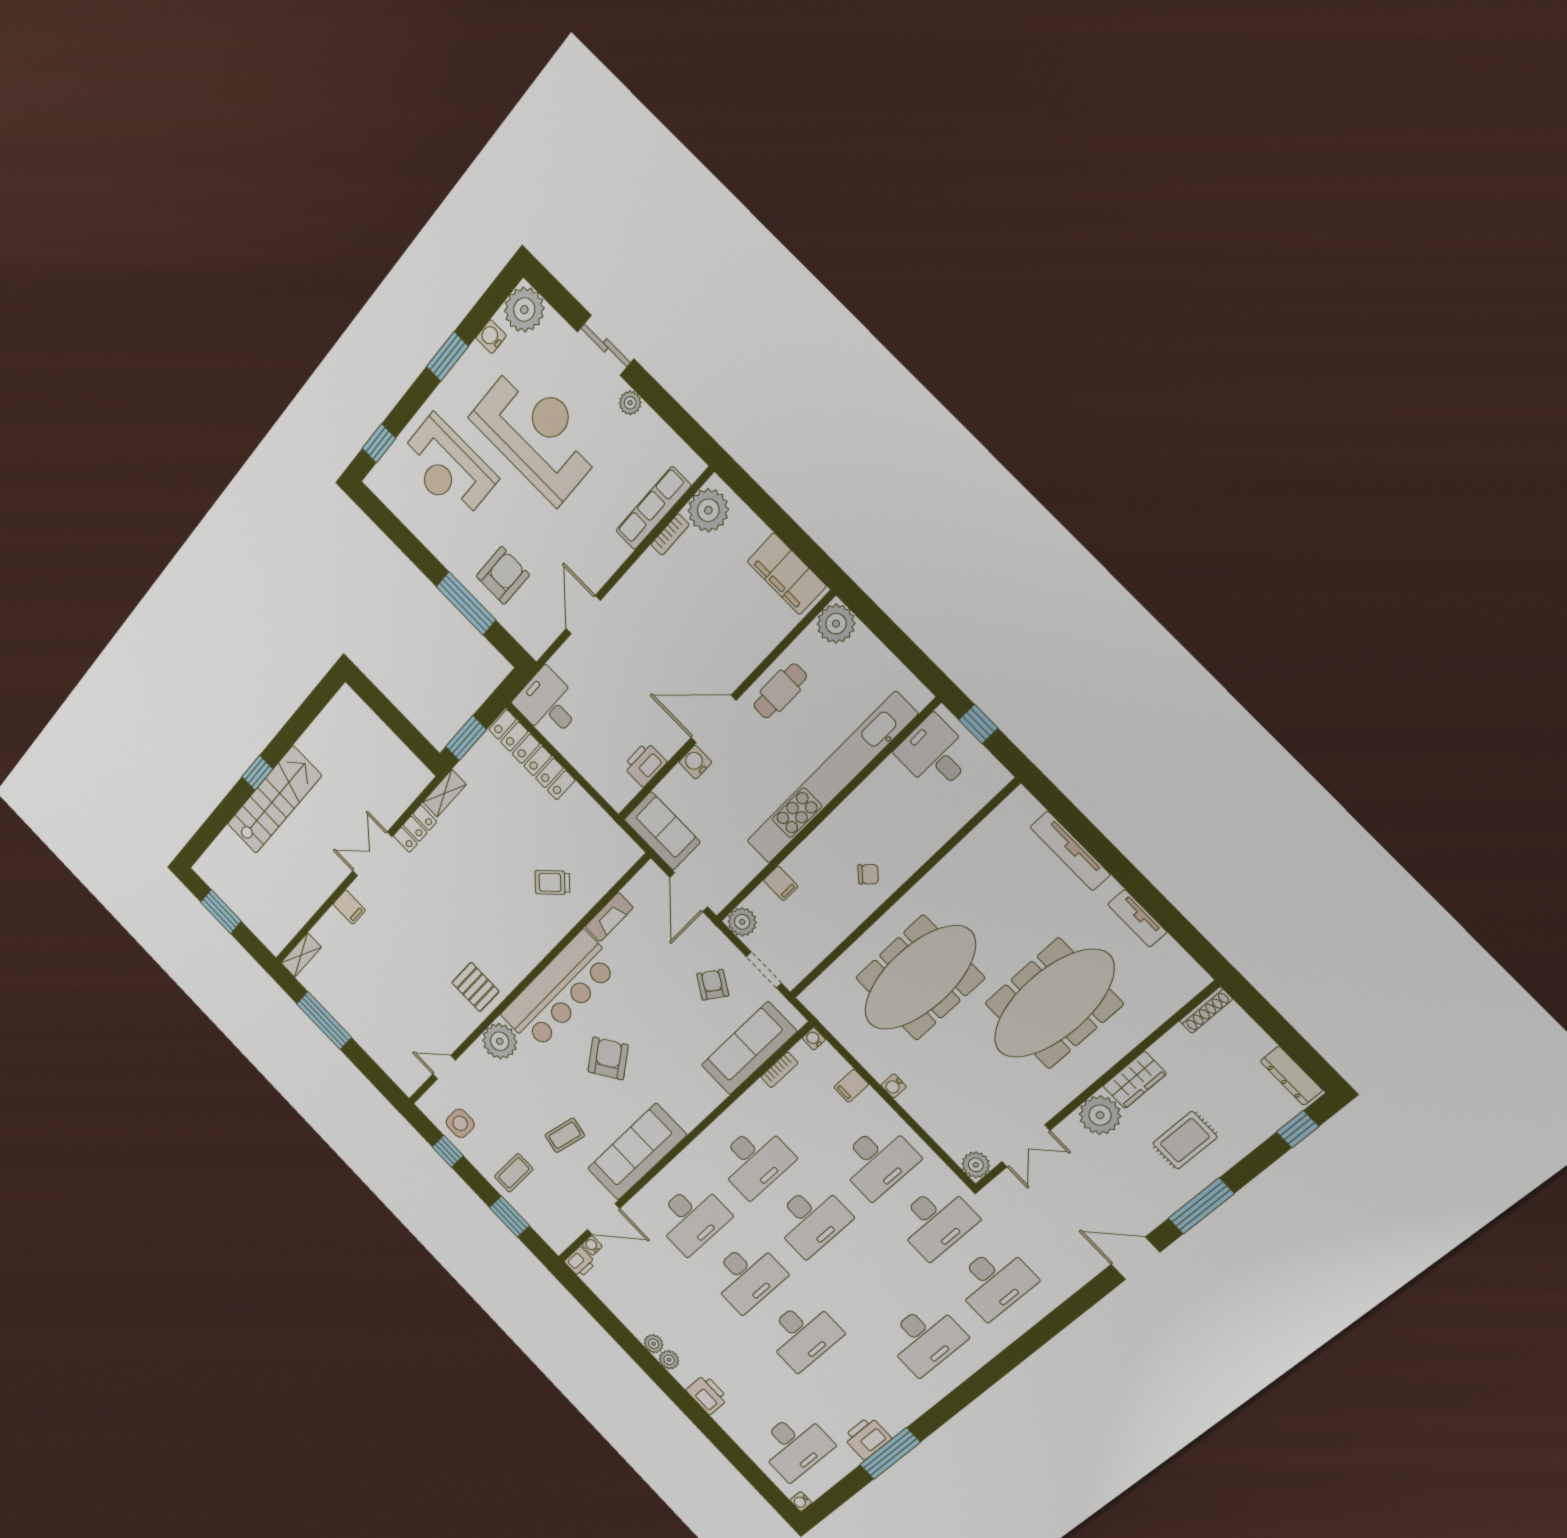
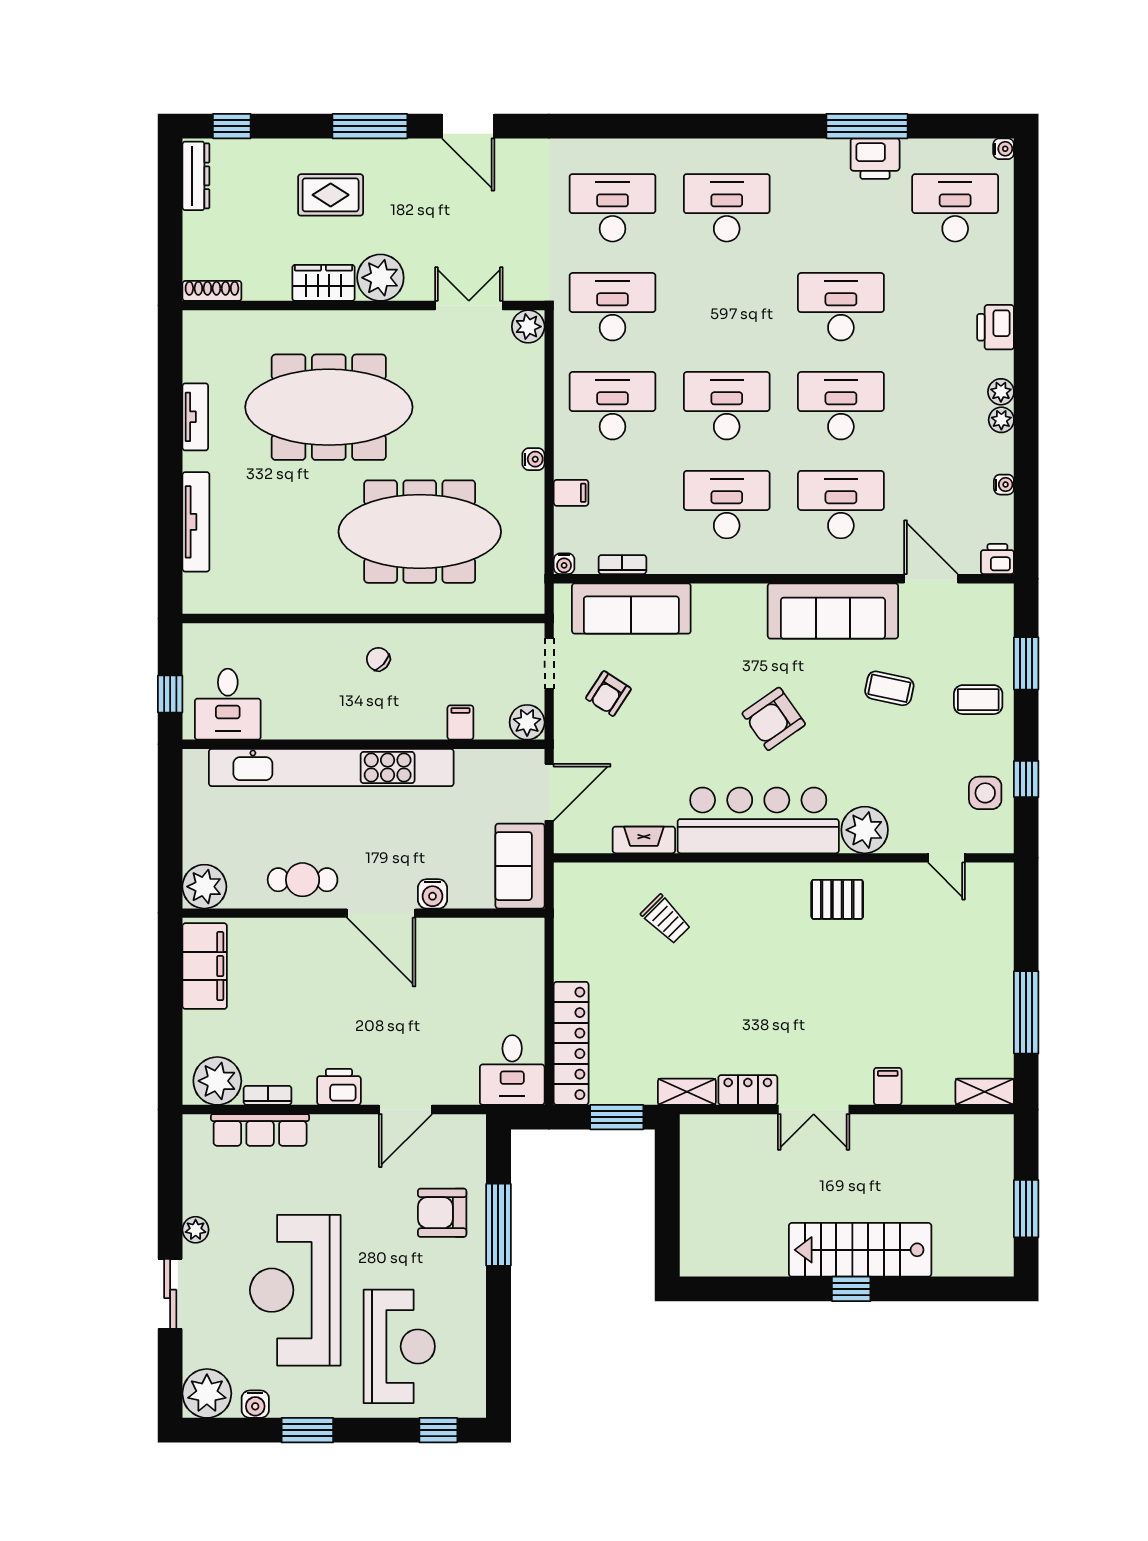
printer: (645, 764) -> (339, 1087), moved, turned 180
pallet: (475, 987) -> (837, 899), turned 90
water cooler: (592, 1246) -> (1004, 485), moved, turned -90

